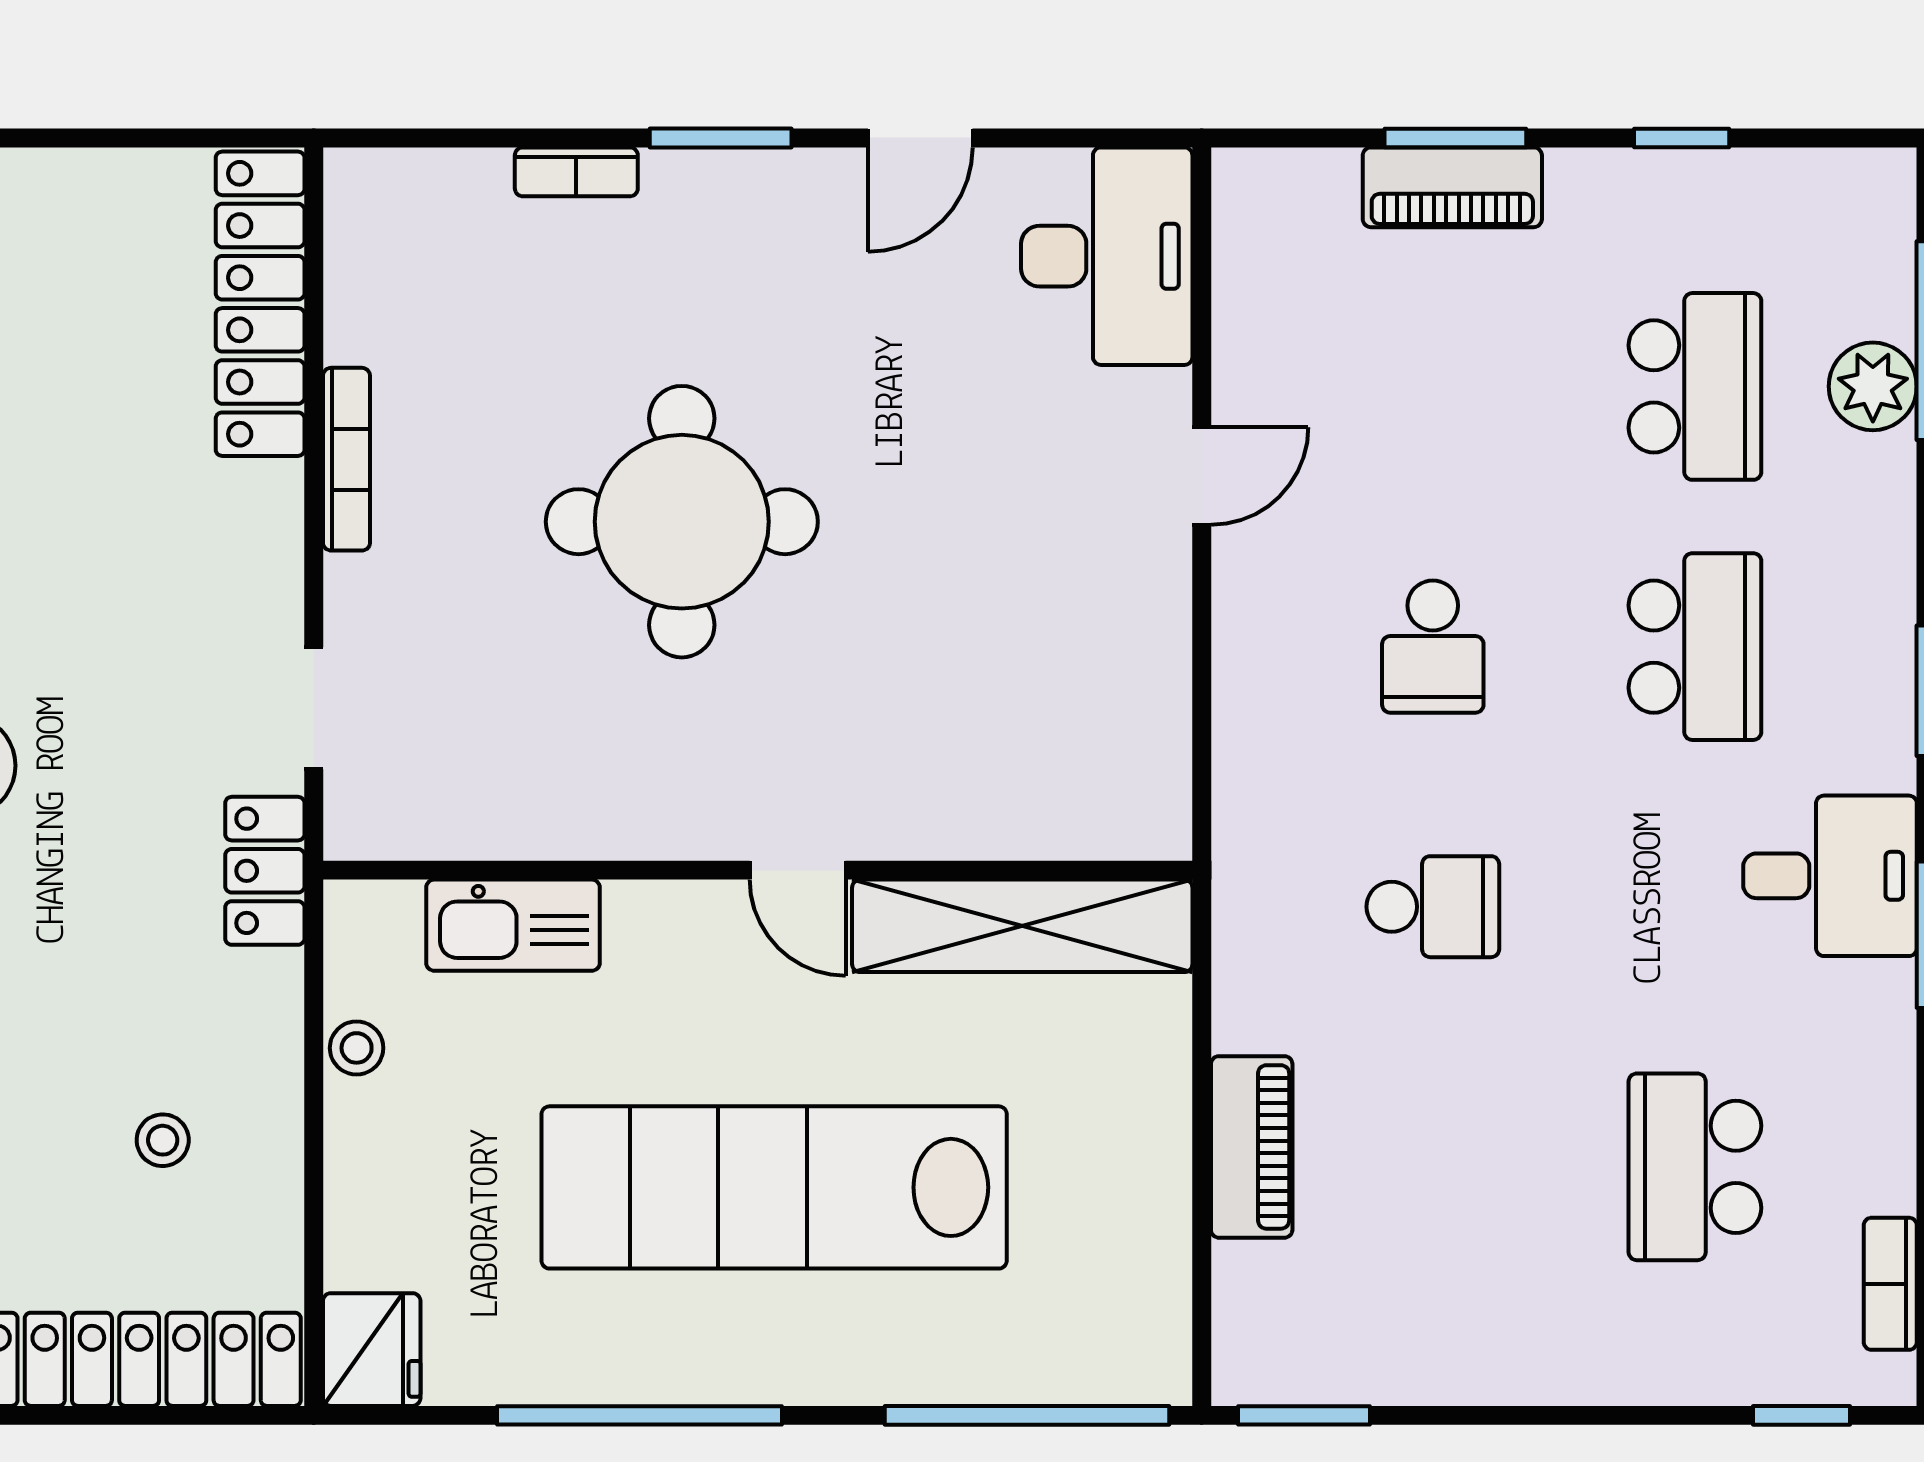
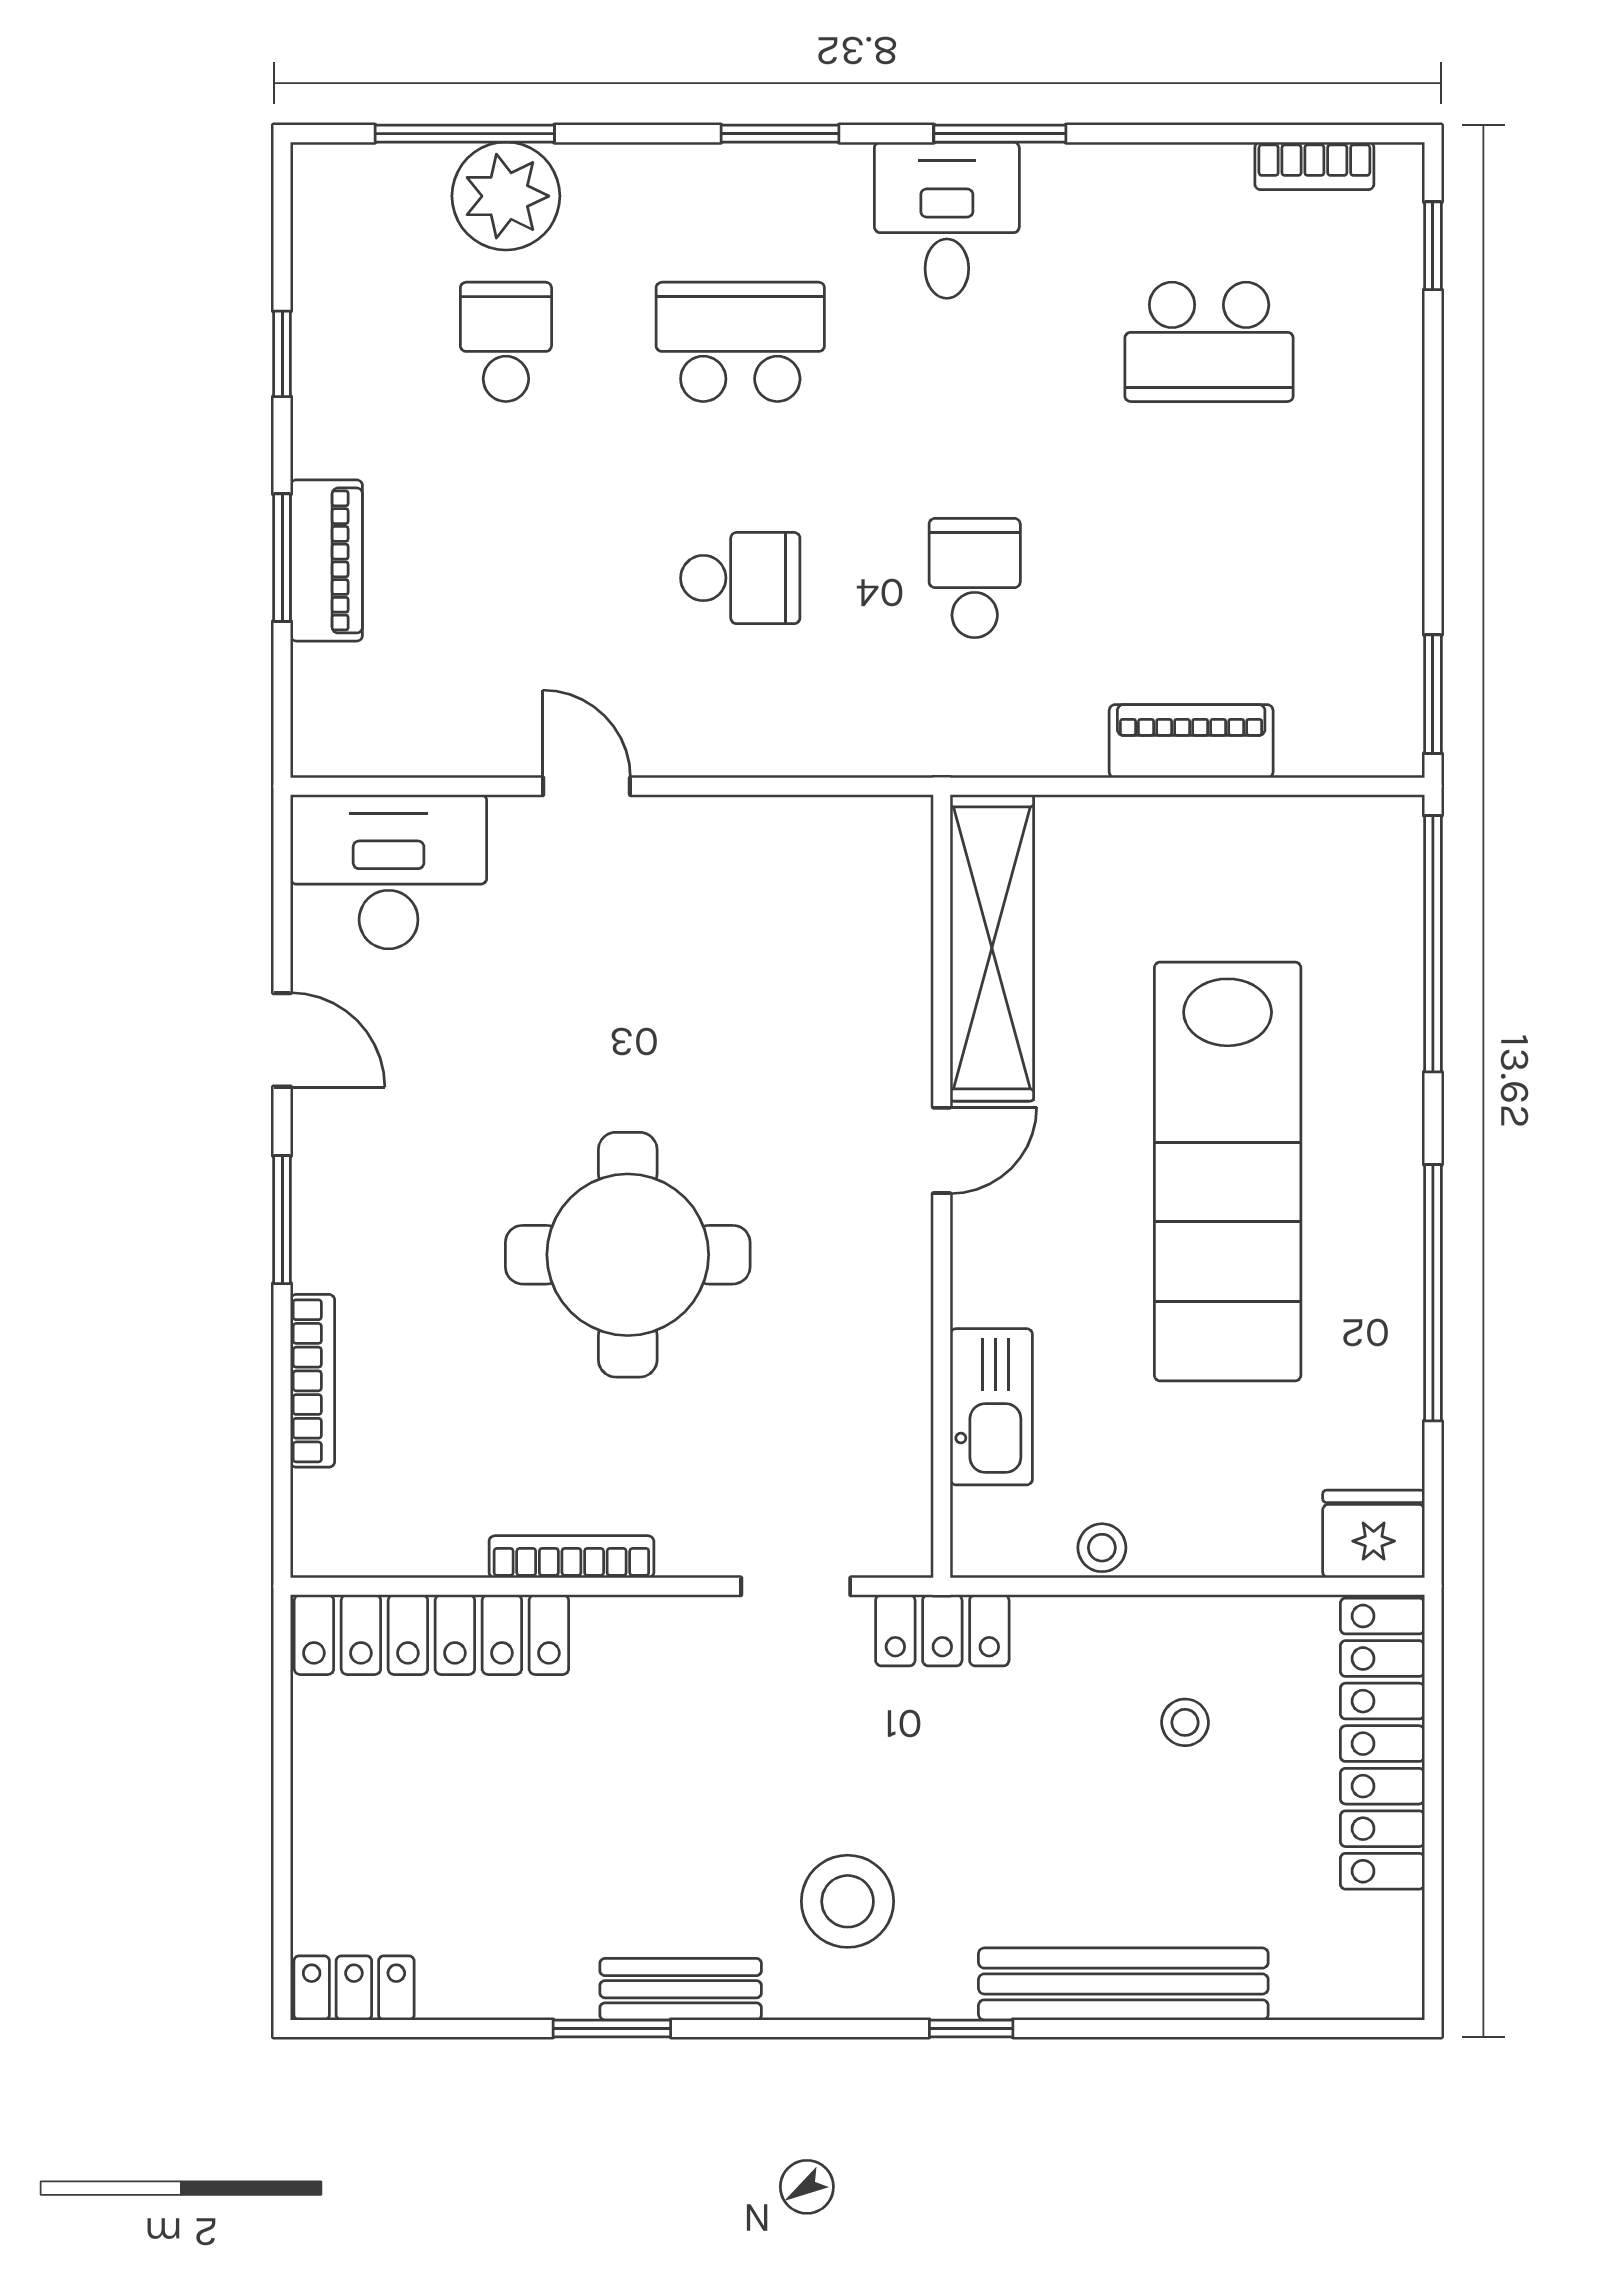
bookcase: (576, 172) -> (313, 1381), width x1.56
school desk: (1695, 386) -> (506, 342), width x0.54
plant: (1873, 386) -> (506, 196), width x1.36, depth x1.36

